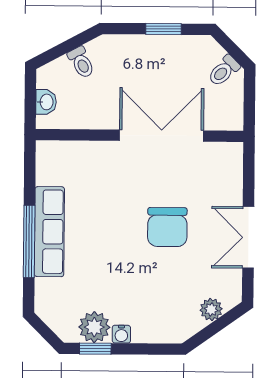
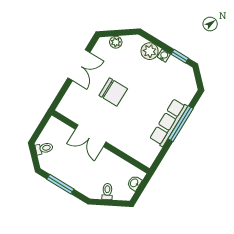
window: (163, 29) -> (60, 184), width x1.50
double door: (162, 136) -> (91, 136), width x0.73
chair: (167, 227) -> (113, 92), turned 90
plant: (94, 327) -> (150, 51), moved

